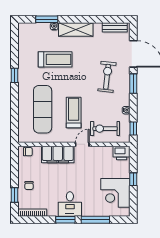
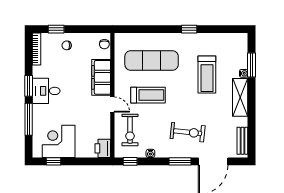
exercise bike: (105, 129) -> (130, 130), turned 180
window: (133, 179) -> (53, 161), moved

